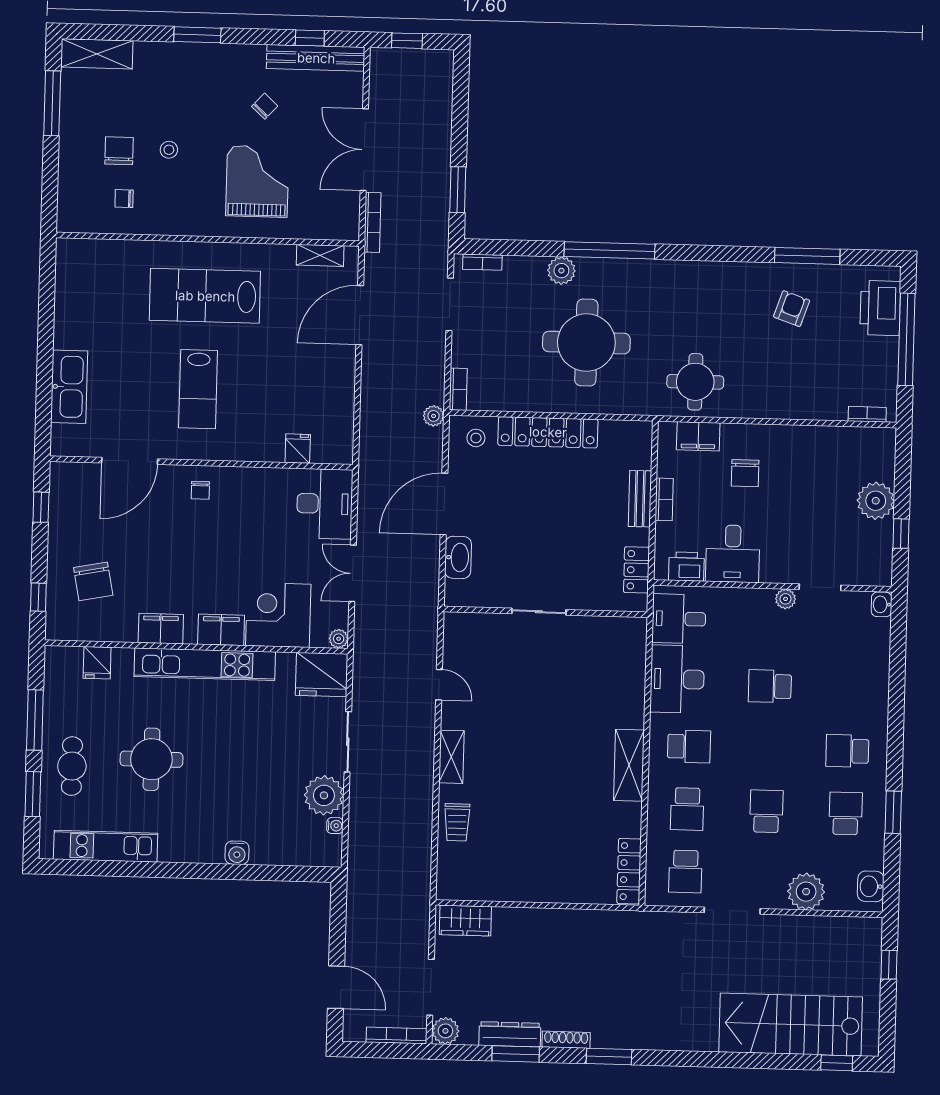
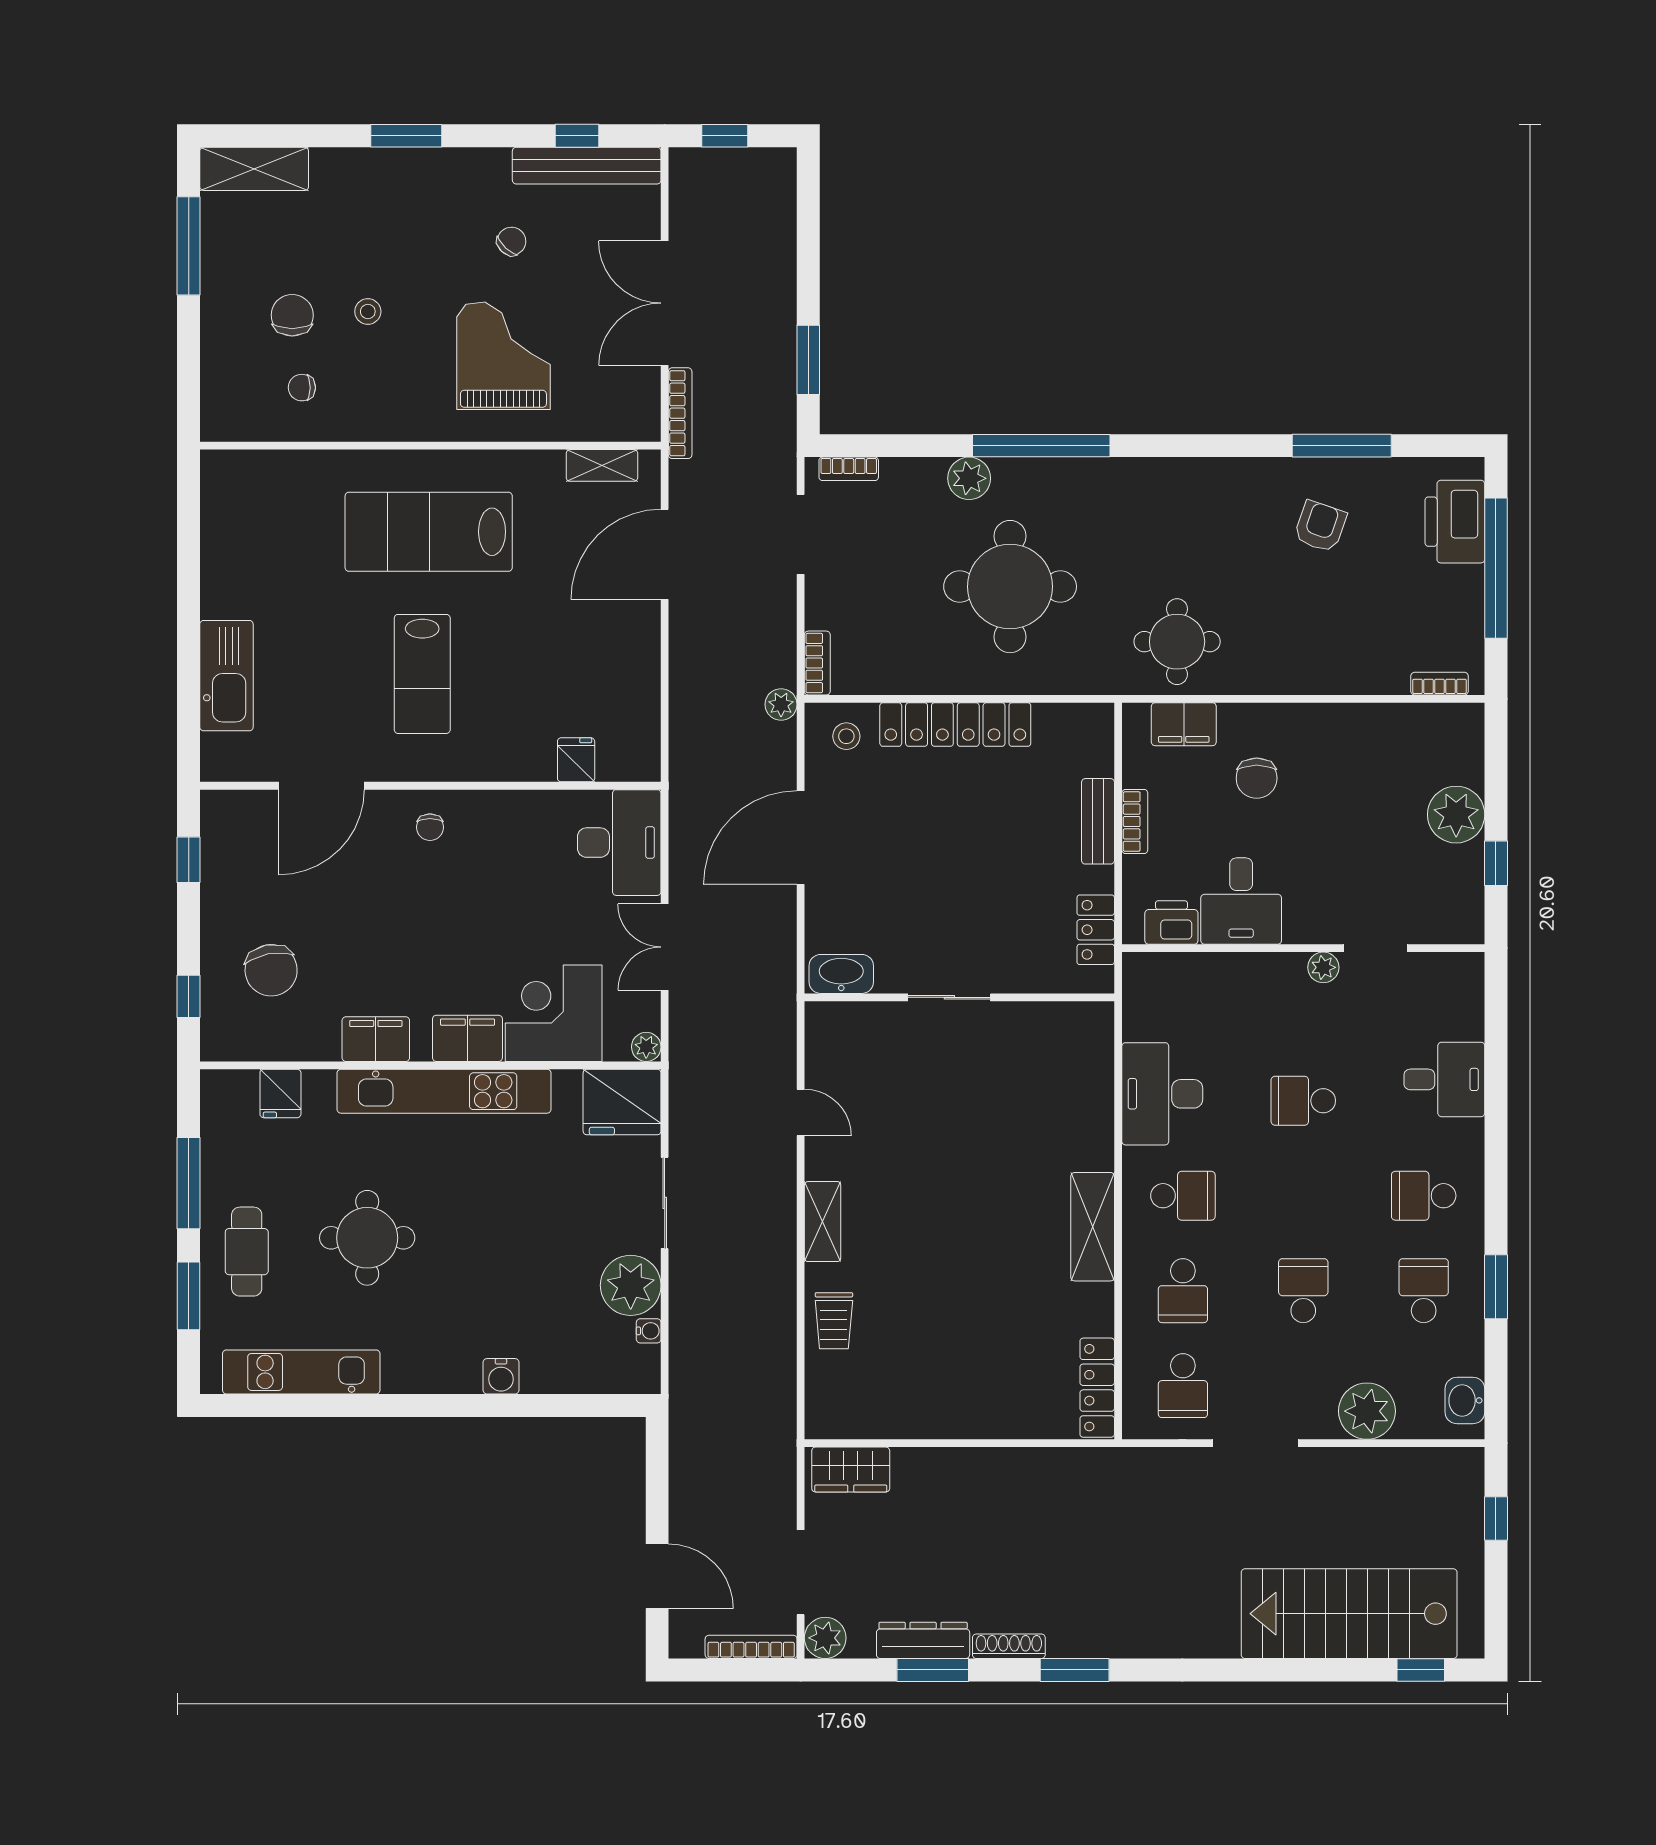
washbasin: (458, 557) -> (841, 974), moved, turned -90
washbasin: (882, 604) -> (1469, 972), removed
desk: (679, 619) -> (1444, 1079), moved, turned 180

